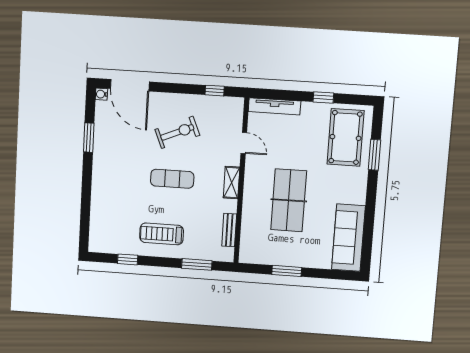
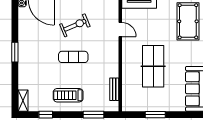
window: (89, 138) -> (15, 52), moved
shelving: (232, 183) -> (23, 101), moved

